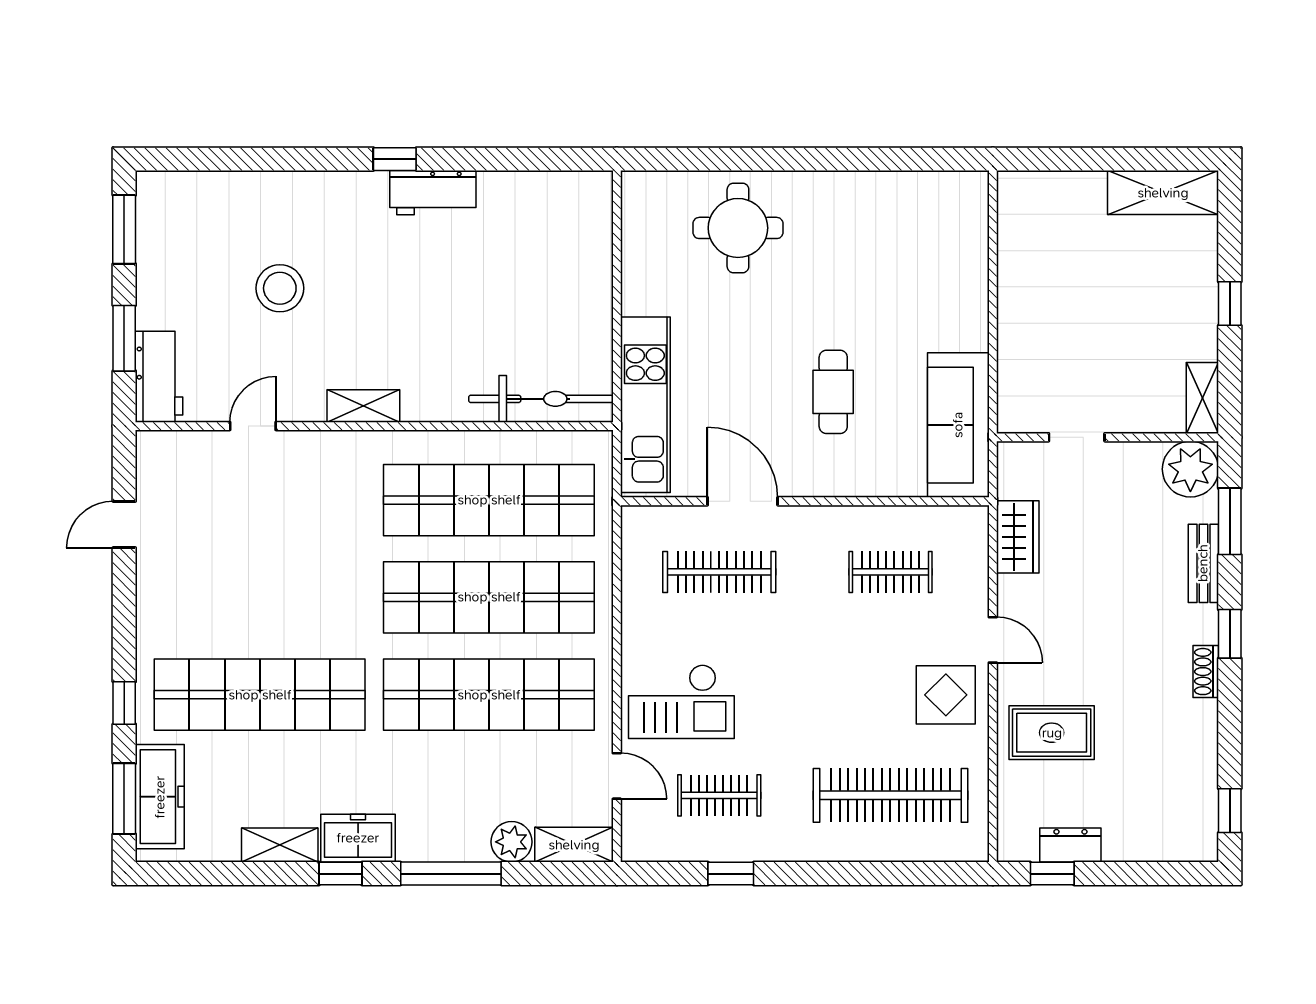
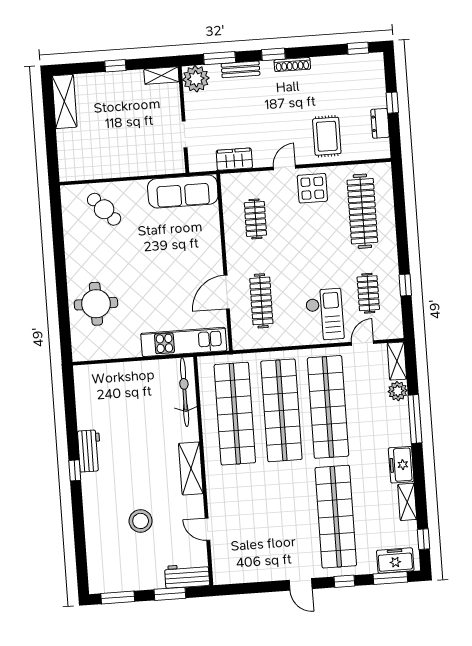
cafe table: (833, 392) -> (104, 209), moved, turned 48
shelving: (363, 406) -> (191, 468), width x1.50, depth x1.33
door: (124, 524) -> (301, 584), moved
shoe rack: (1206, 672) -> (292, 64), width x1.43
freezer: (160, 797) -> (395, 561), width x0.71
window: (341, 874) -> (424, 539), moved
window: (1052, 874) -> (392, 103), moved

